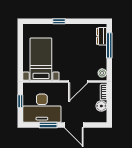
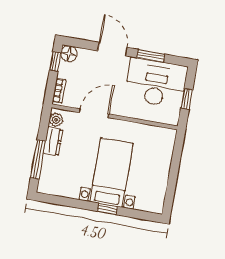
dresser: (102, 36) -> (53, 141), moved
bed with nightstands: (41, 59) -> (112, 173), moved, turned 180
floor lamp: (101, 106) -> (69, 54), moved
window: (109, 111) -> (55, 61), added

